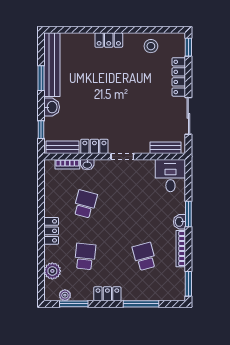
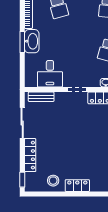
locker: (109, 40) -> (77, 186), moved
desk: (170, 176) -> (50, 74), moved
washbasin: (180, 222) -> (32, 41), width x1.91, depth x1.45

